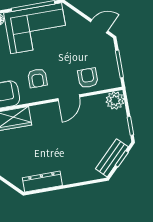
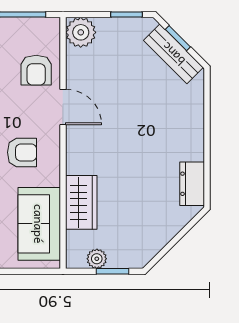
armchair: (88, 78) -> (36, 70), turned -90
dresser: (42, 182) -> (192, 184), width x0.70

